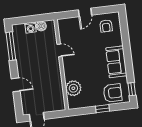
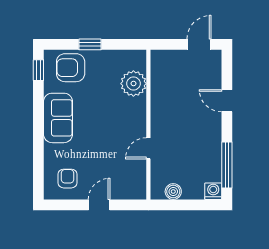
washing machine: (31, 28) -> (213, 191), moved
door: (60, 50) -> (148, 148), hinge flipped

